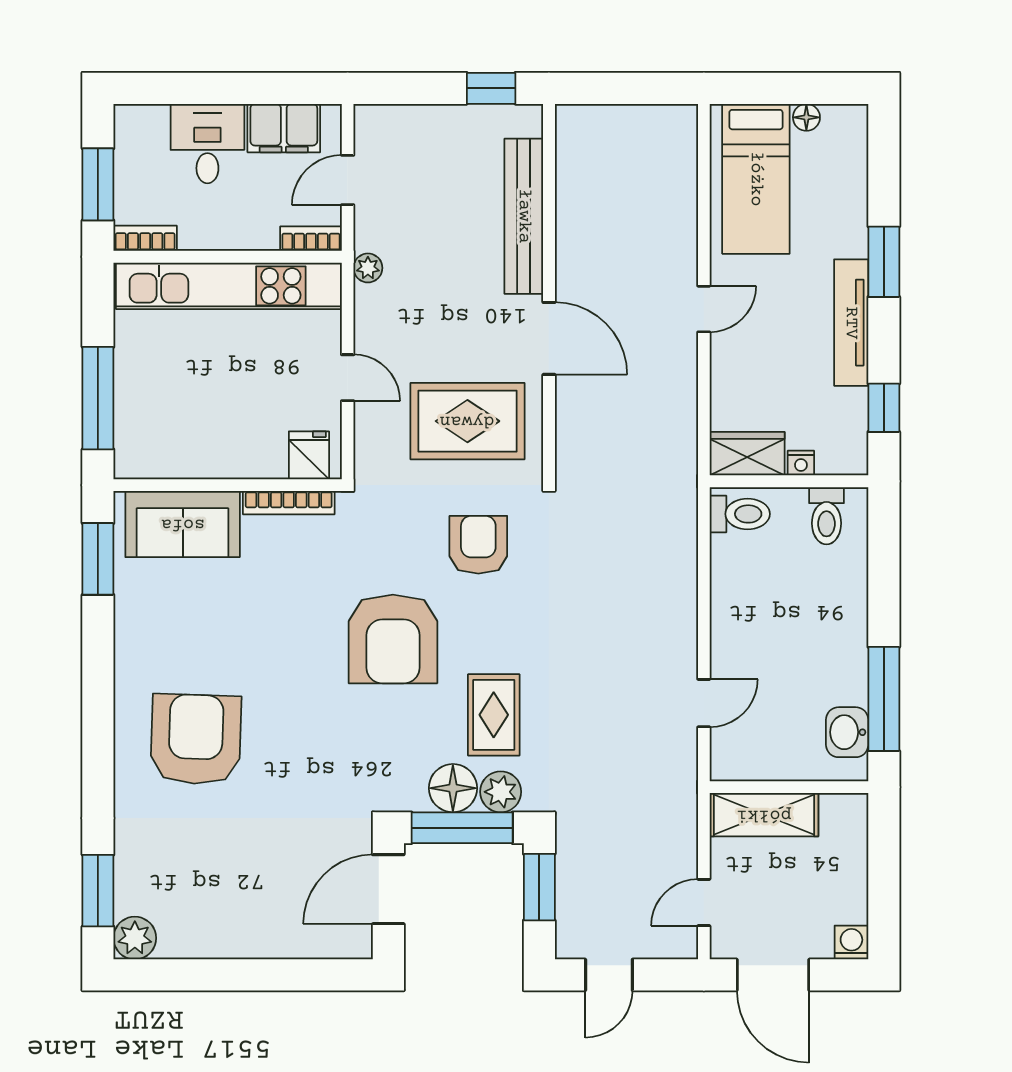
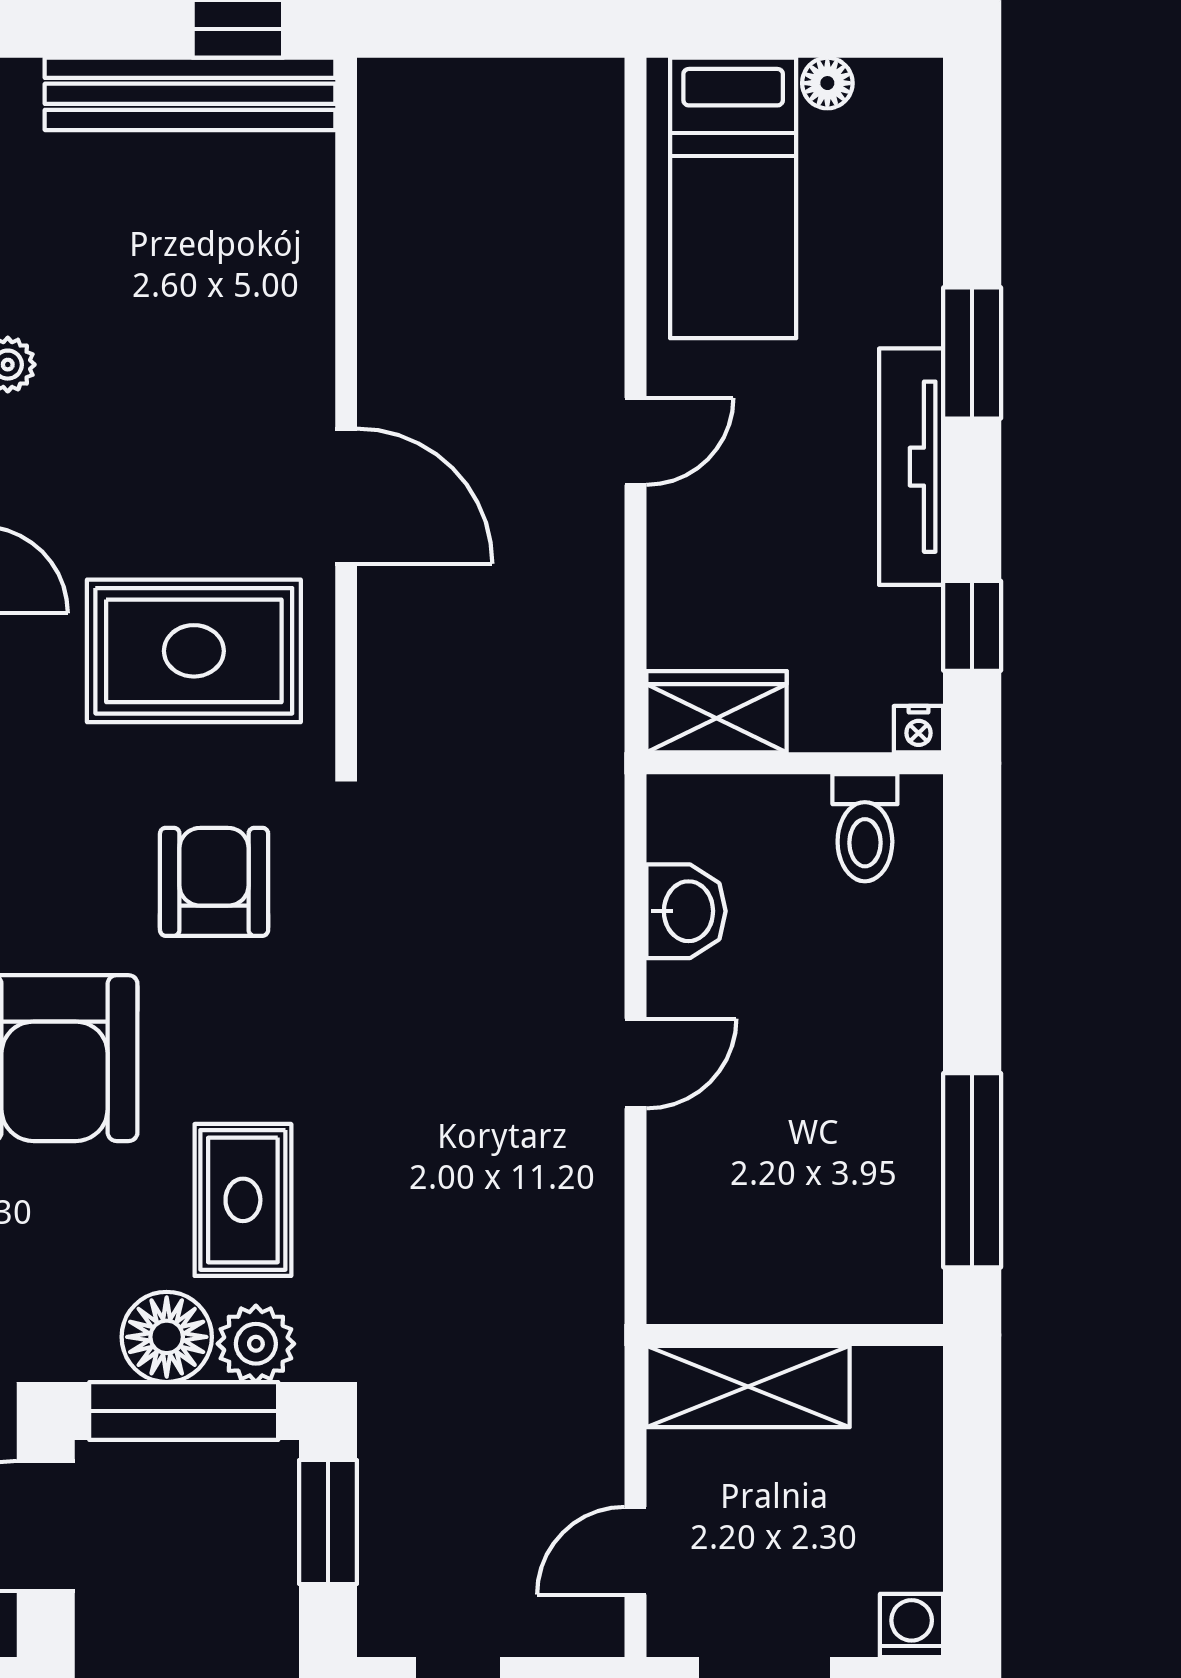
bench: (524, 216) -> (190, 94), moved, turned 90
nightstand: (801, 463) -> (919, 729), moved
toilet: (740, 514) -> (703, 824), removed
door: (704, 703) -> (636, 1063), moved
washbasin: (847, 732) -> (686, 911), moved, turned 180

